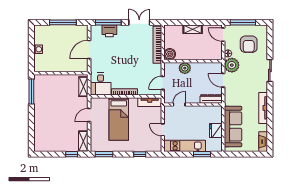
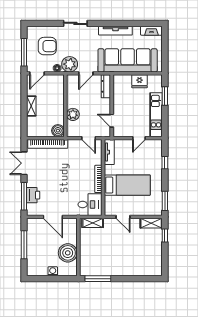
boiler: (55, 63) -> (68, 253), added
sofa: (233, 127) -> (128, 60), width x1.36, depth x1.27

